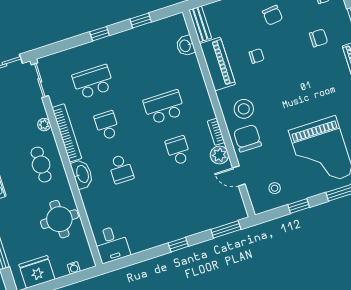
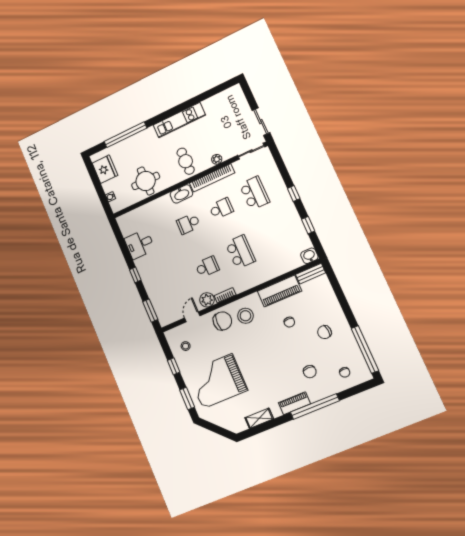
washbasin: (185, 46) -> (309, 256), moved
cafe table: (41, 165) -> (186, 161), turned 90
desk: (112, 244) -> (140, 244), moved

